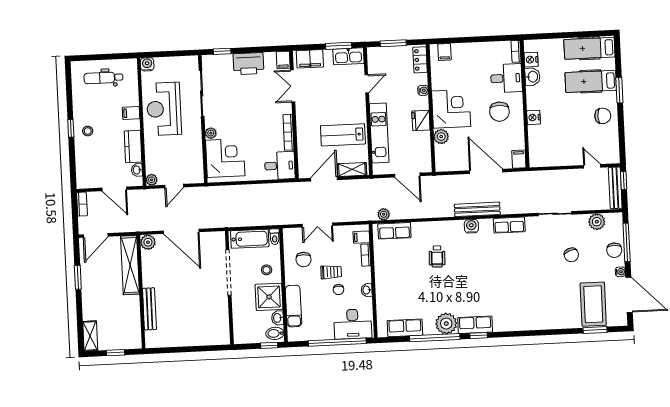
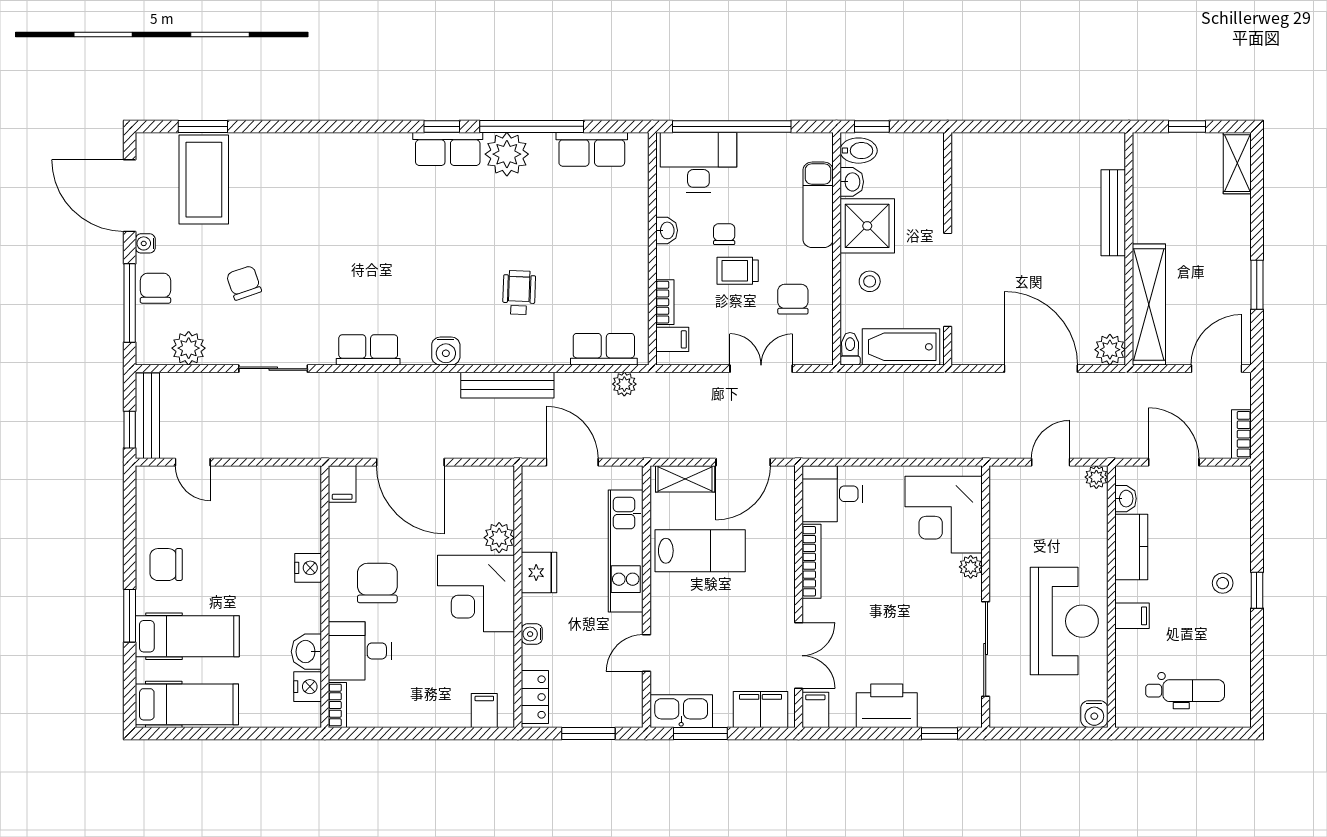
bench: (477, 209) -> (507, 385), moved

